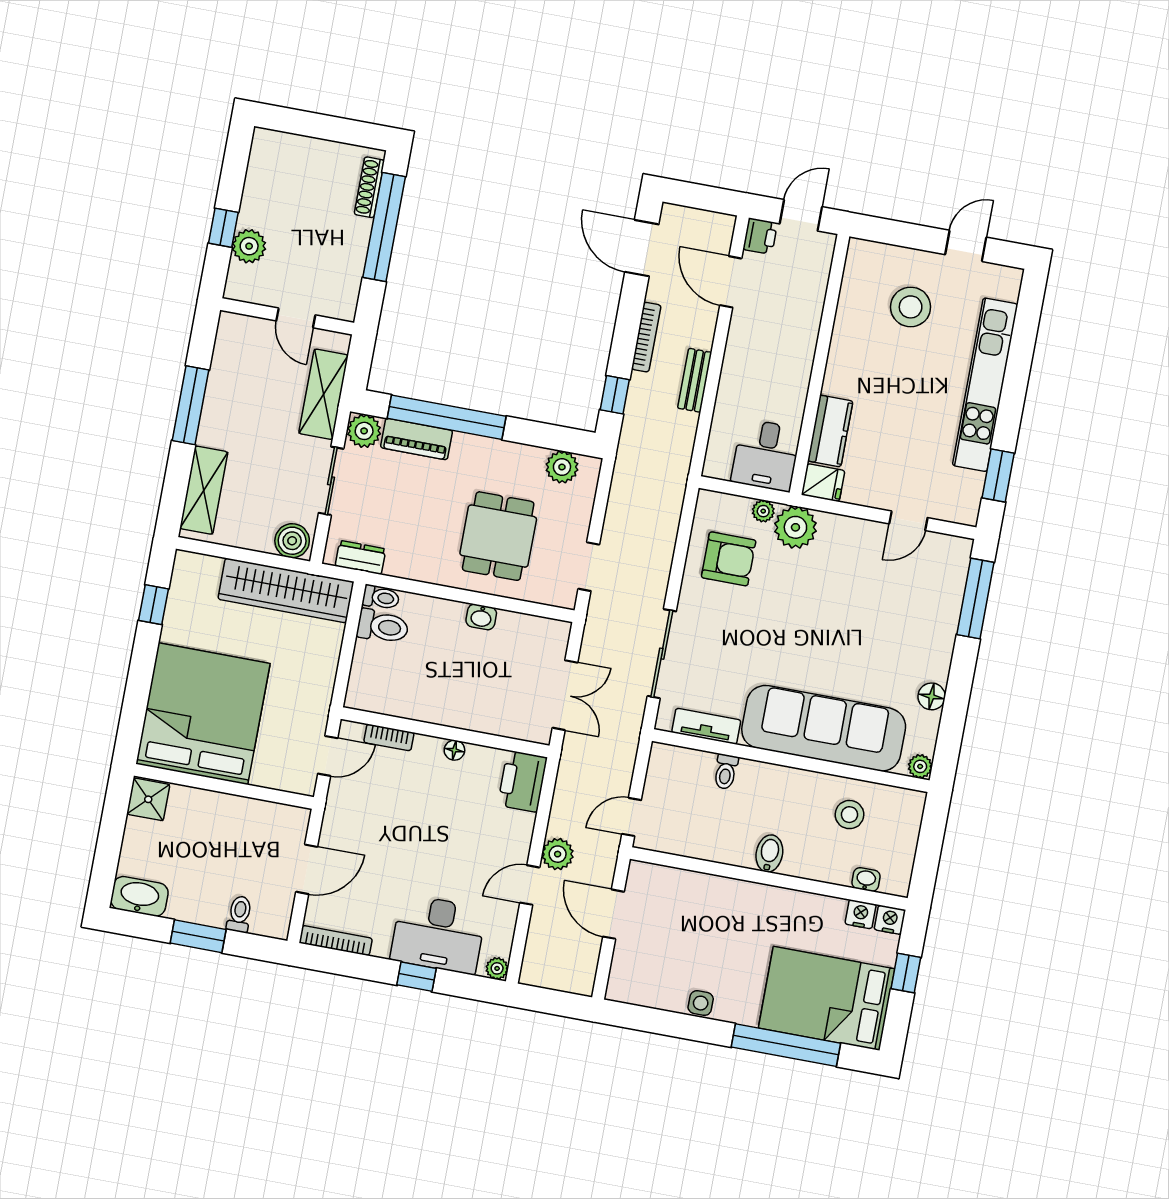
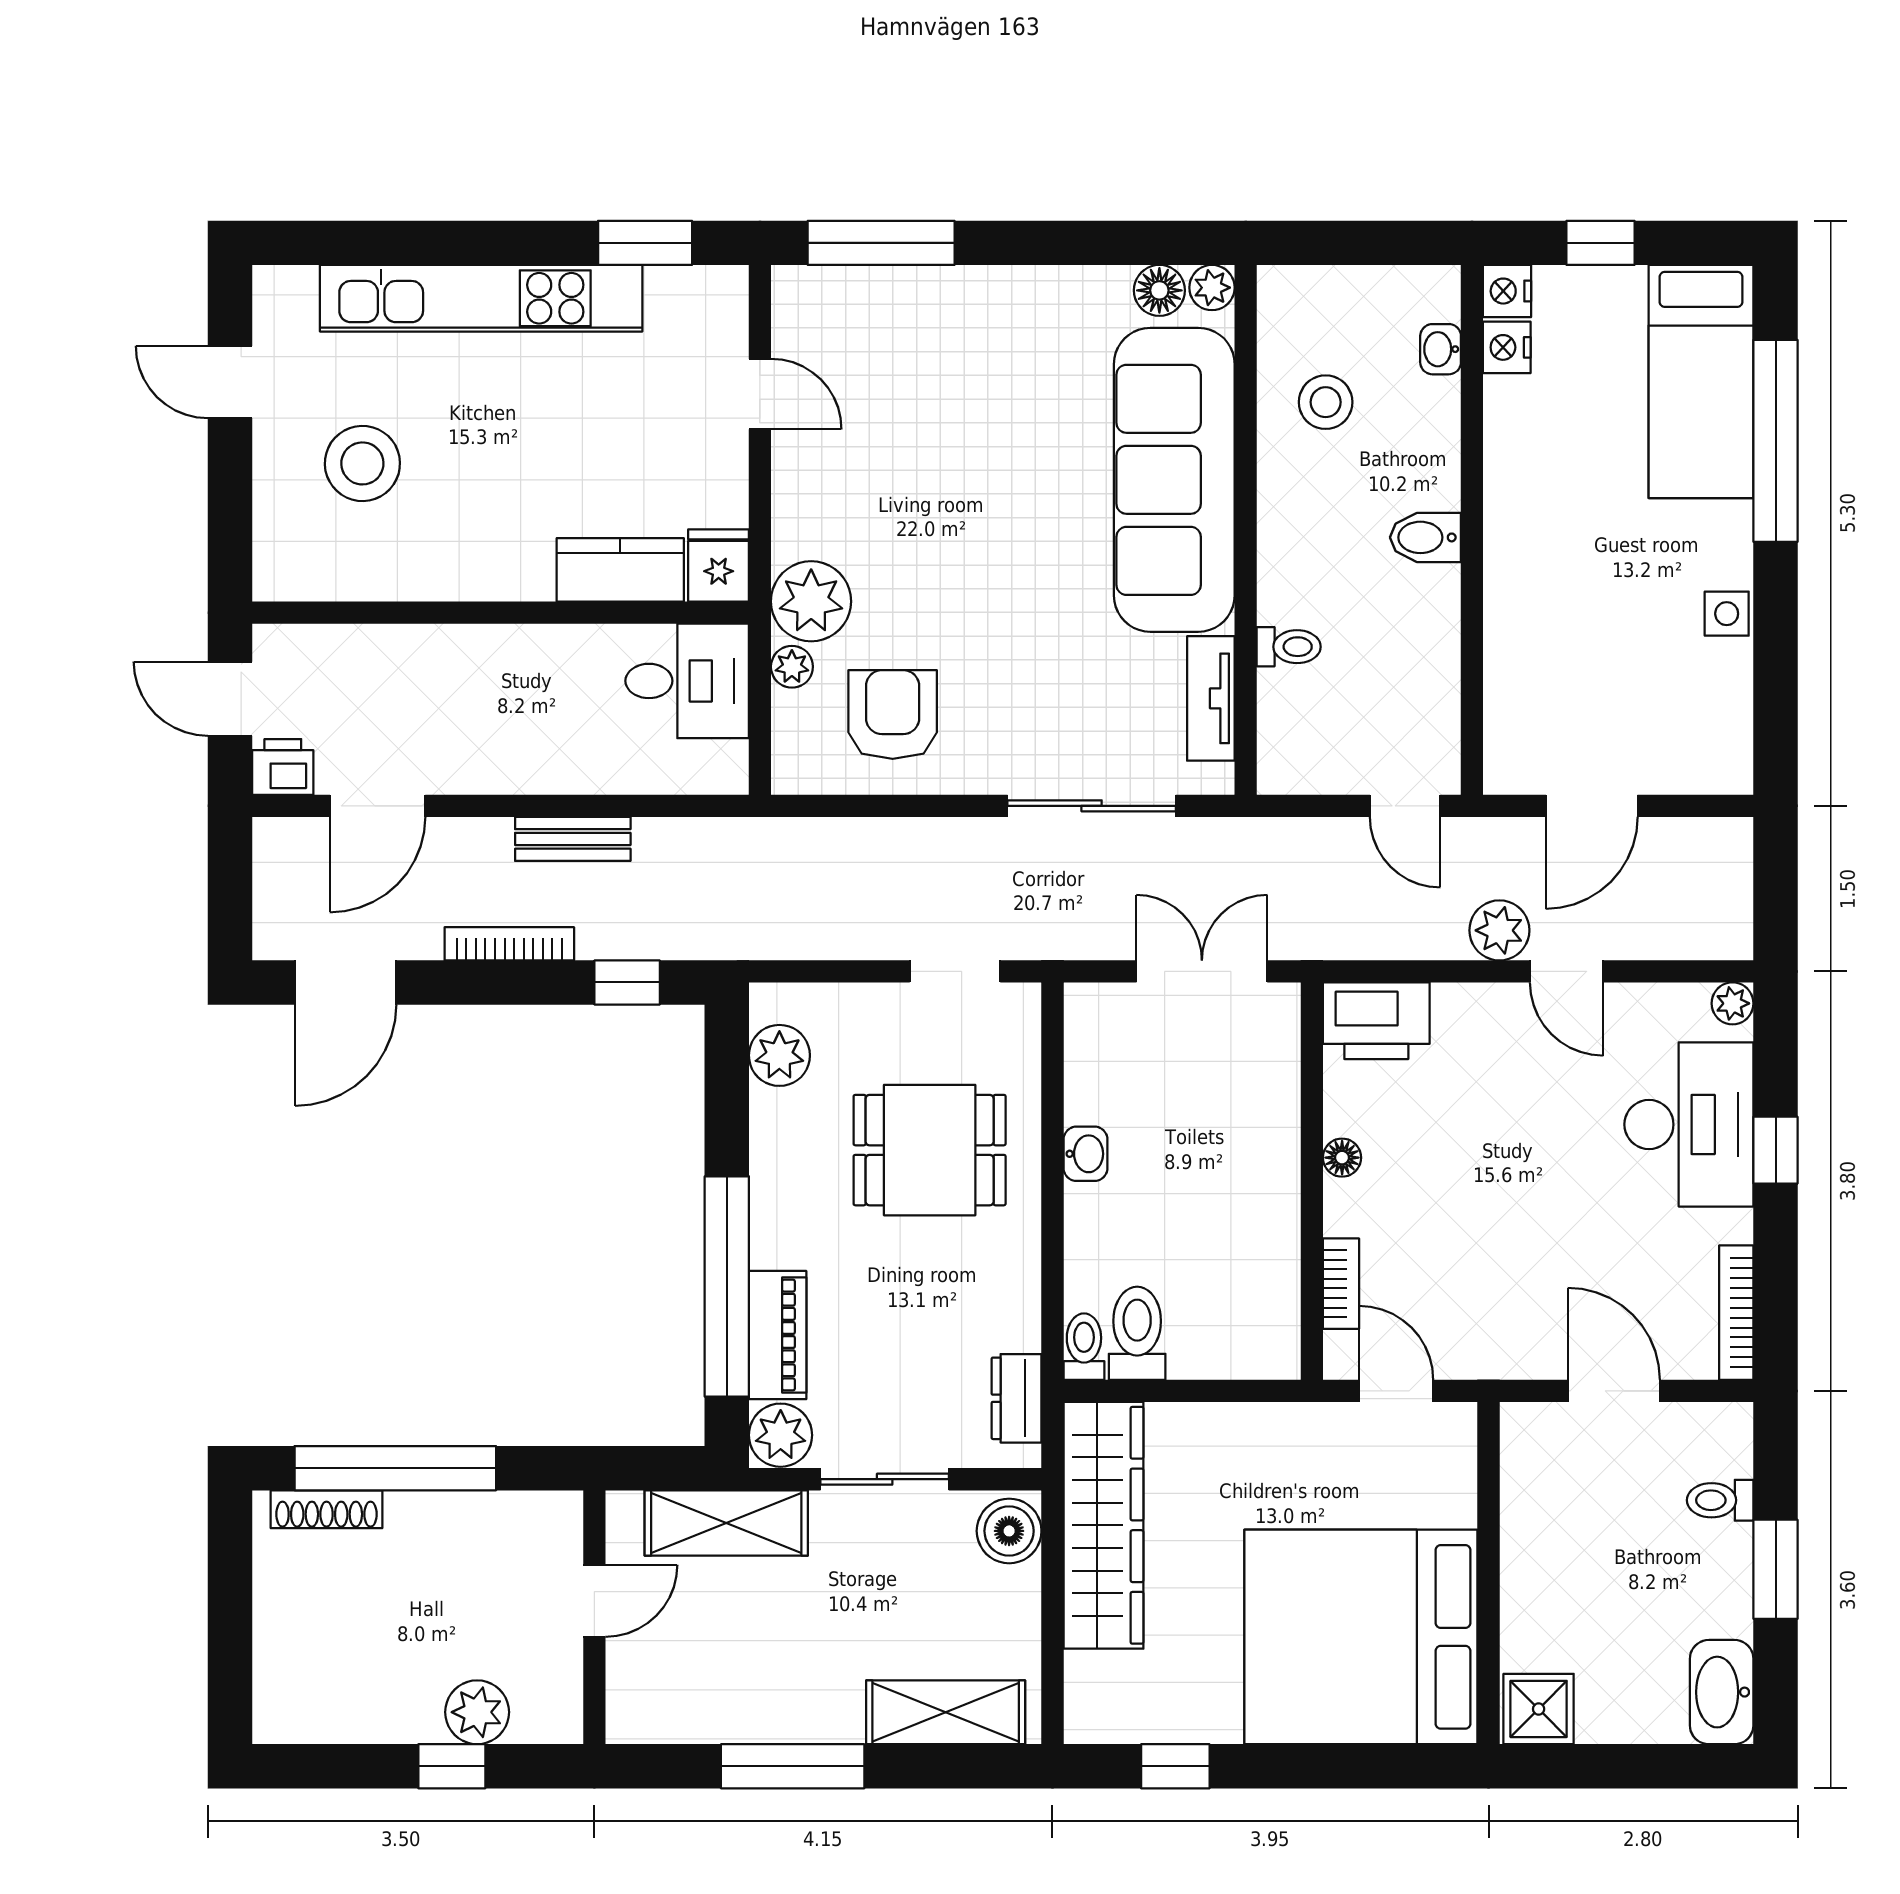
floor lamp: (932, 696) -> (1159, 290), moved
bed: (827, 998) -> (1701, 381), width x0.67

